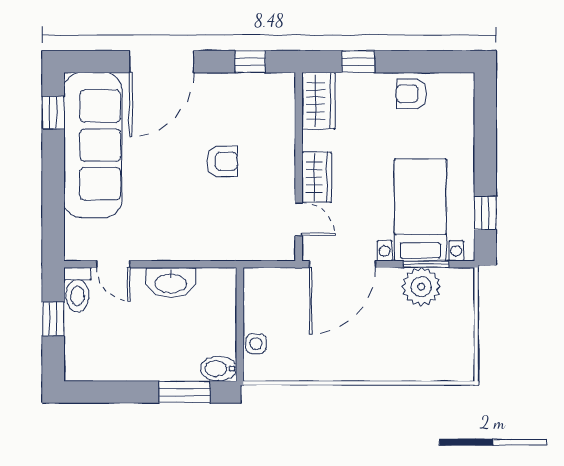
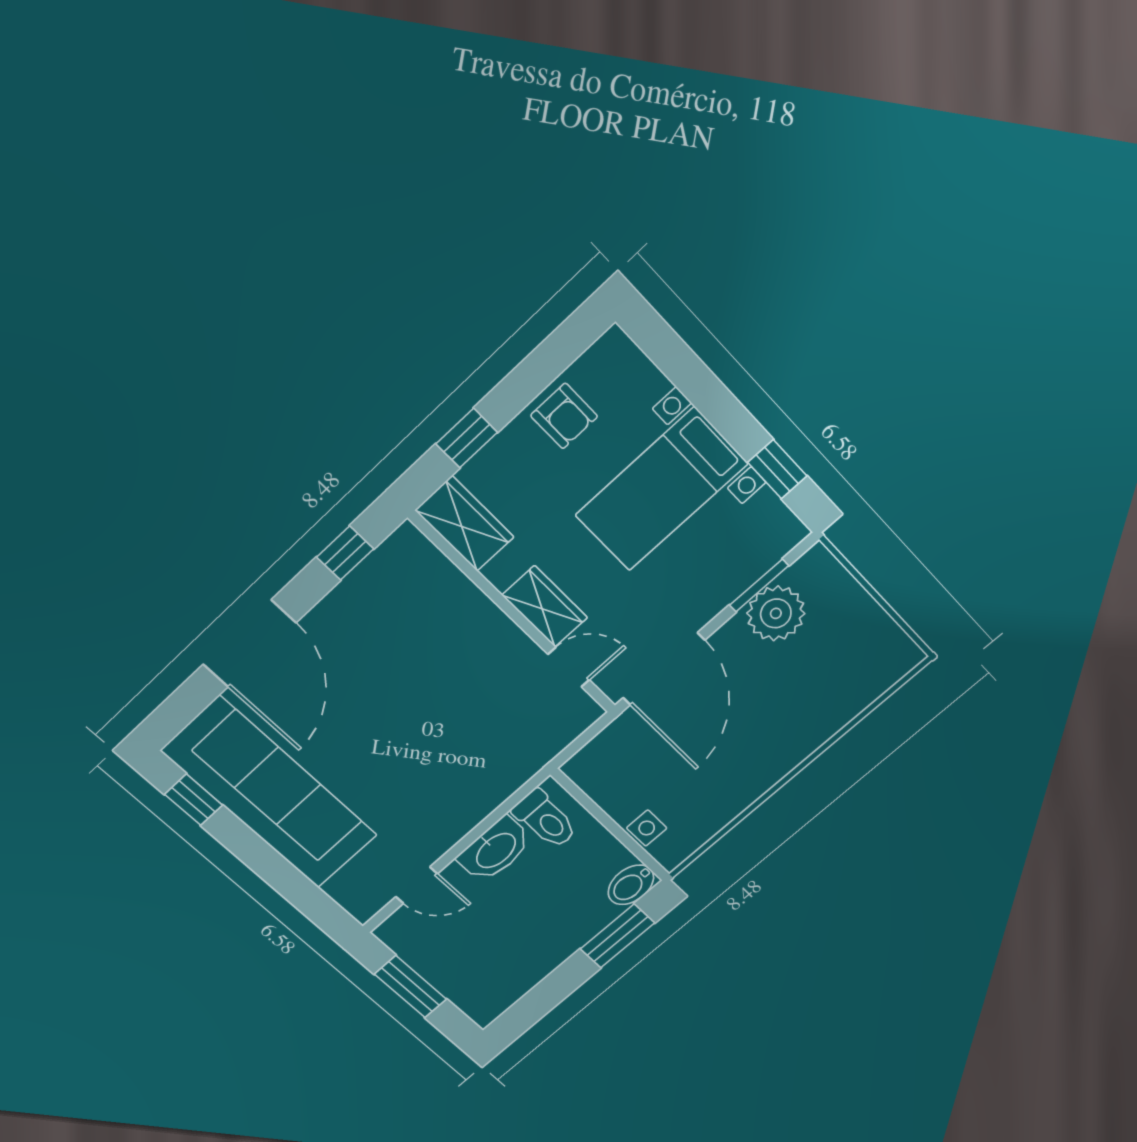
armchair: (411, 94) -> (564, 416), turned -90
armchair: (222, 161) -> (424, 684), removed
bed with nightstands: (420, 210) -> (661, 489), moved, turned -90
toilet: (77, 290) -> (545, 819), moved
window: (53, 319) -> (411, 987), width x1.50

